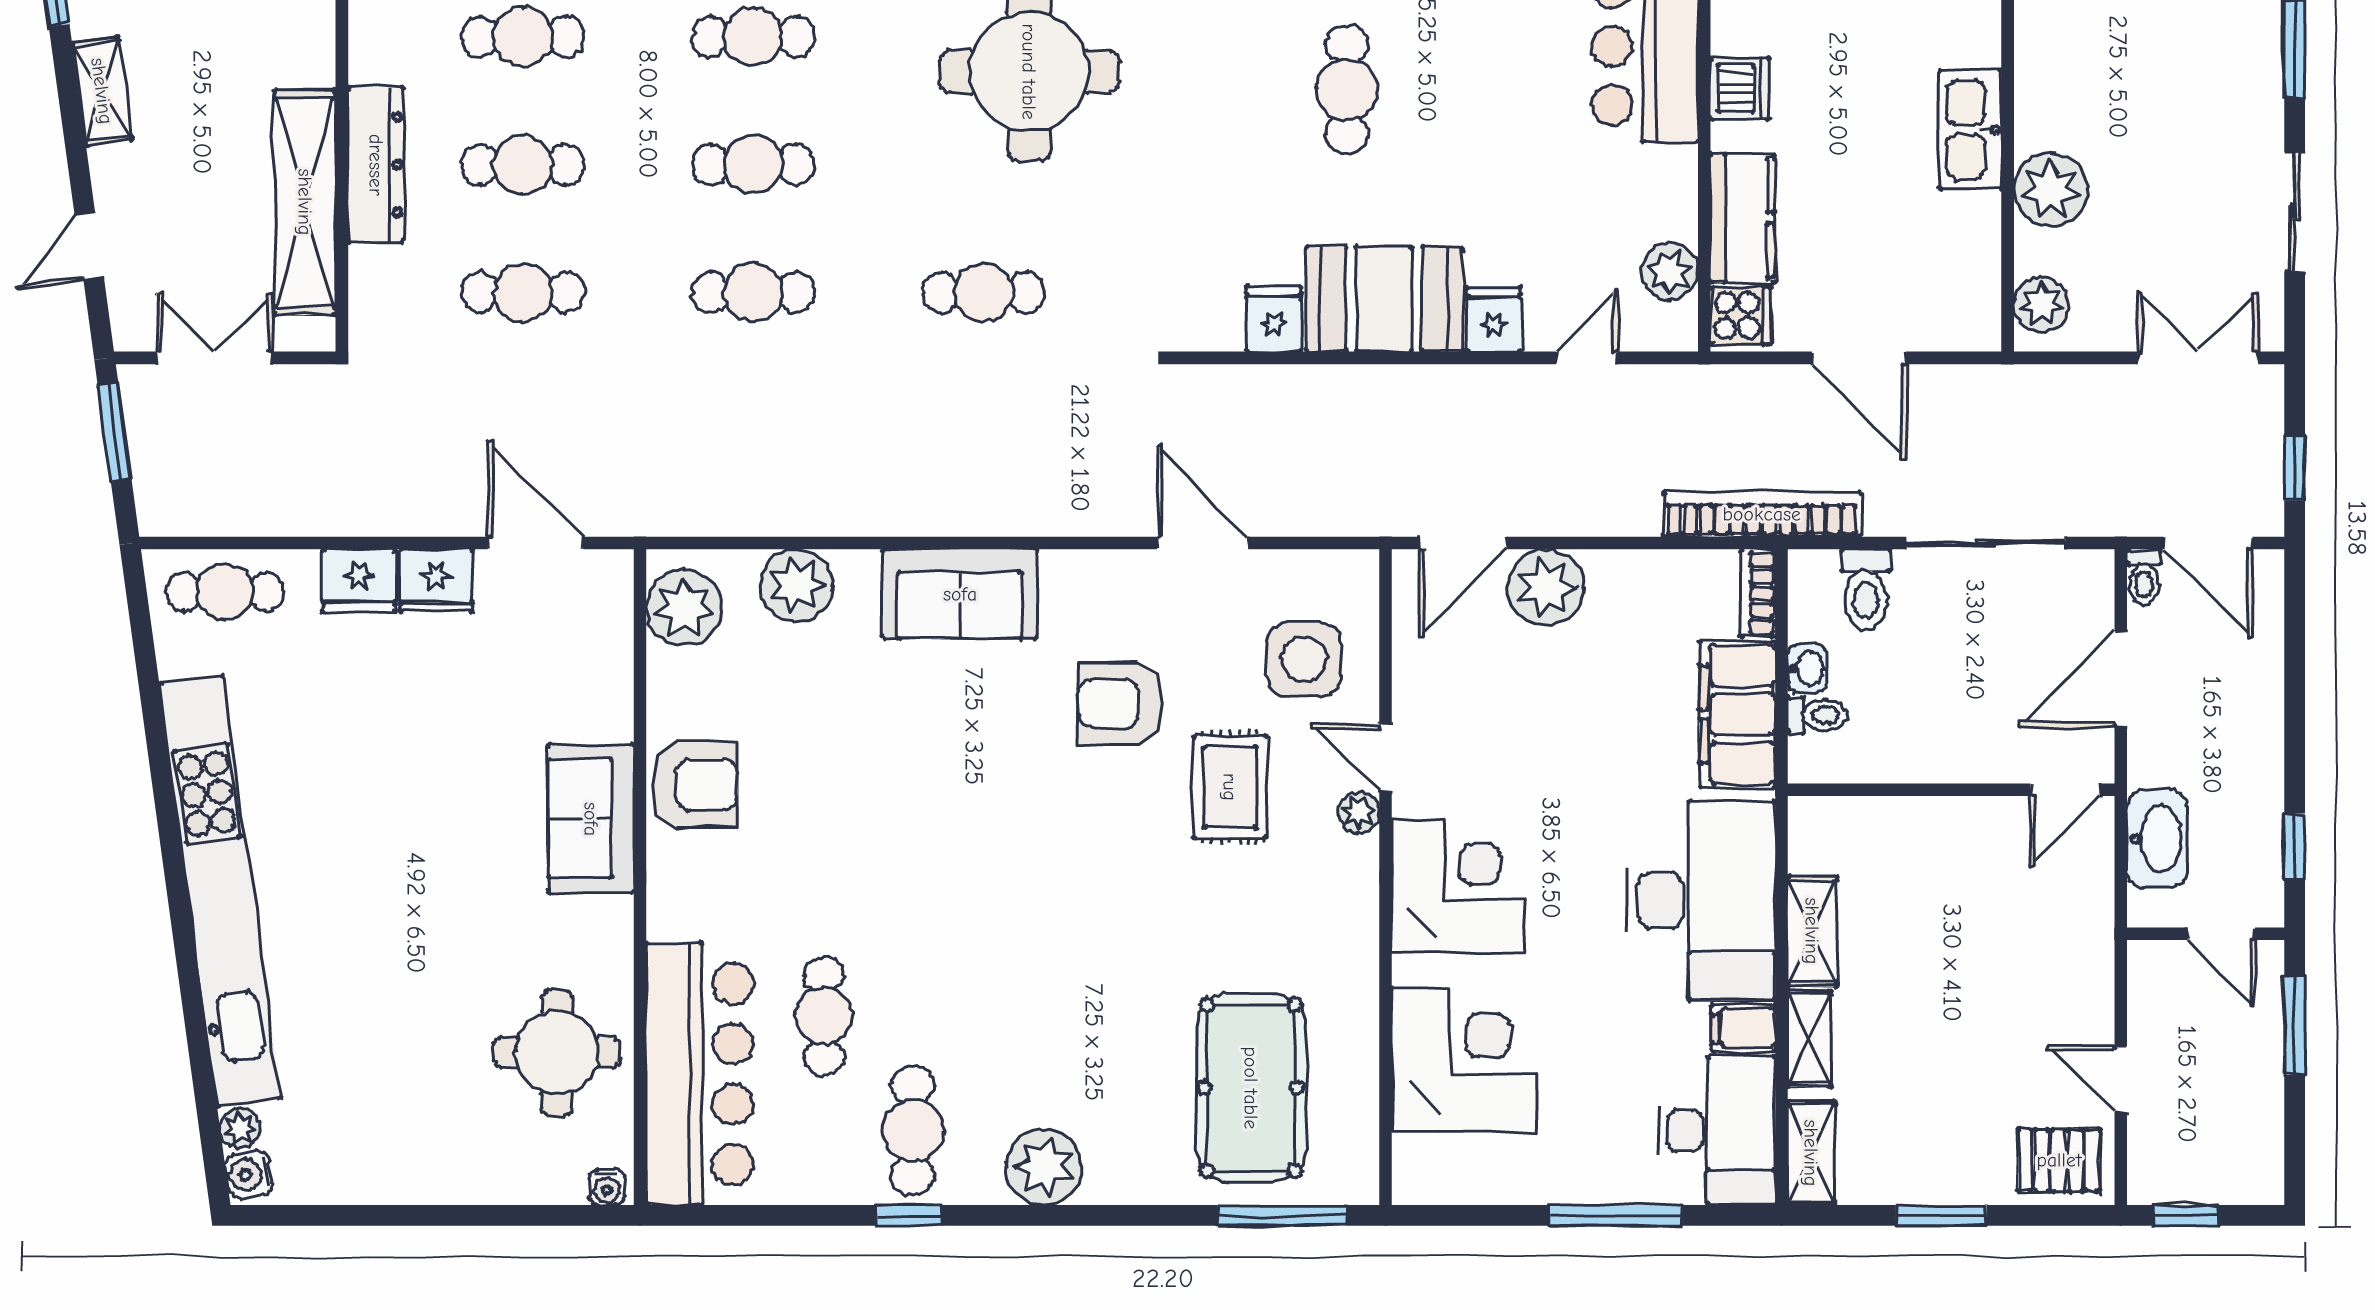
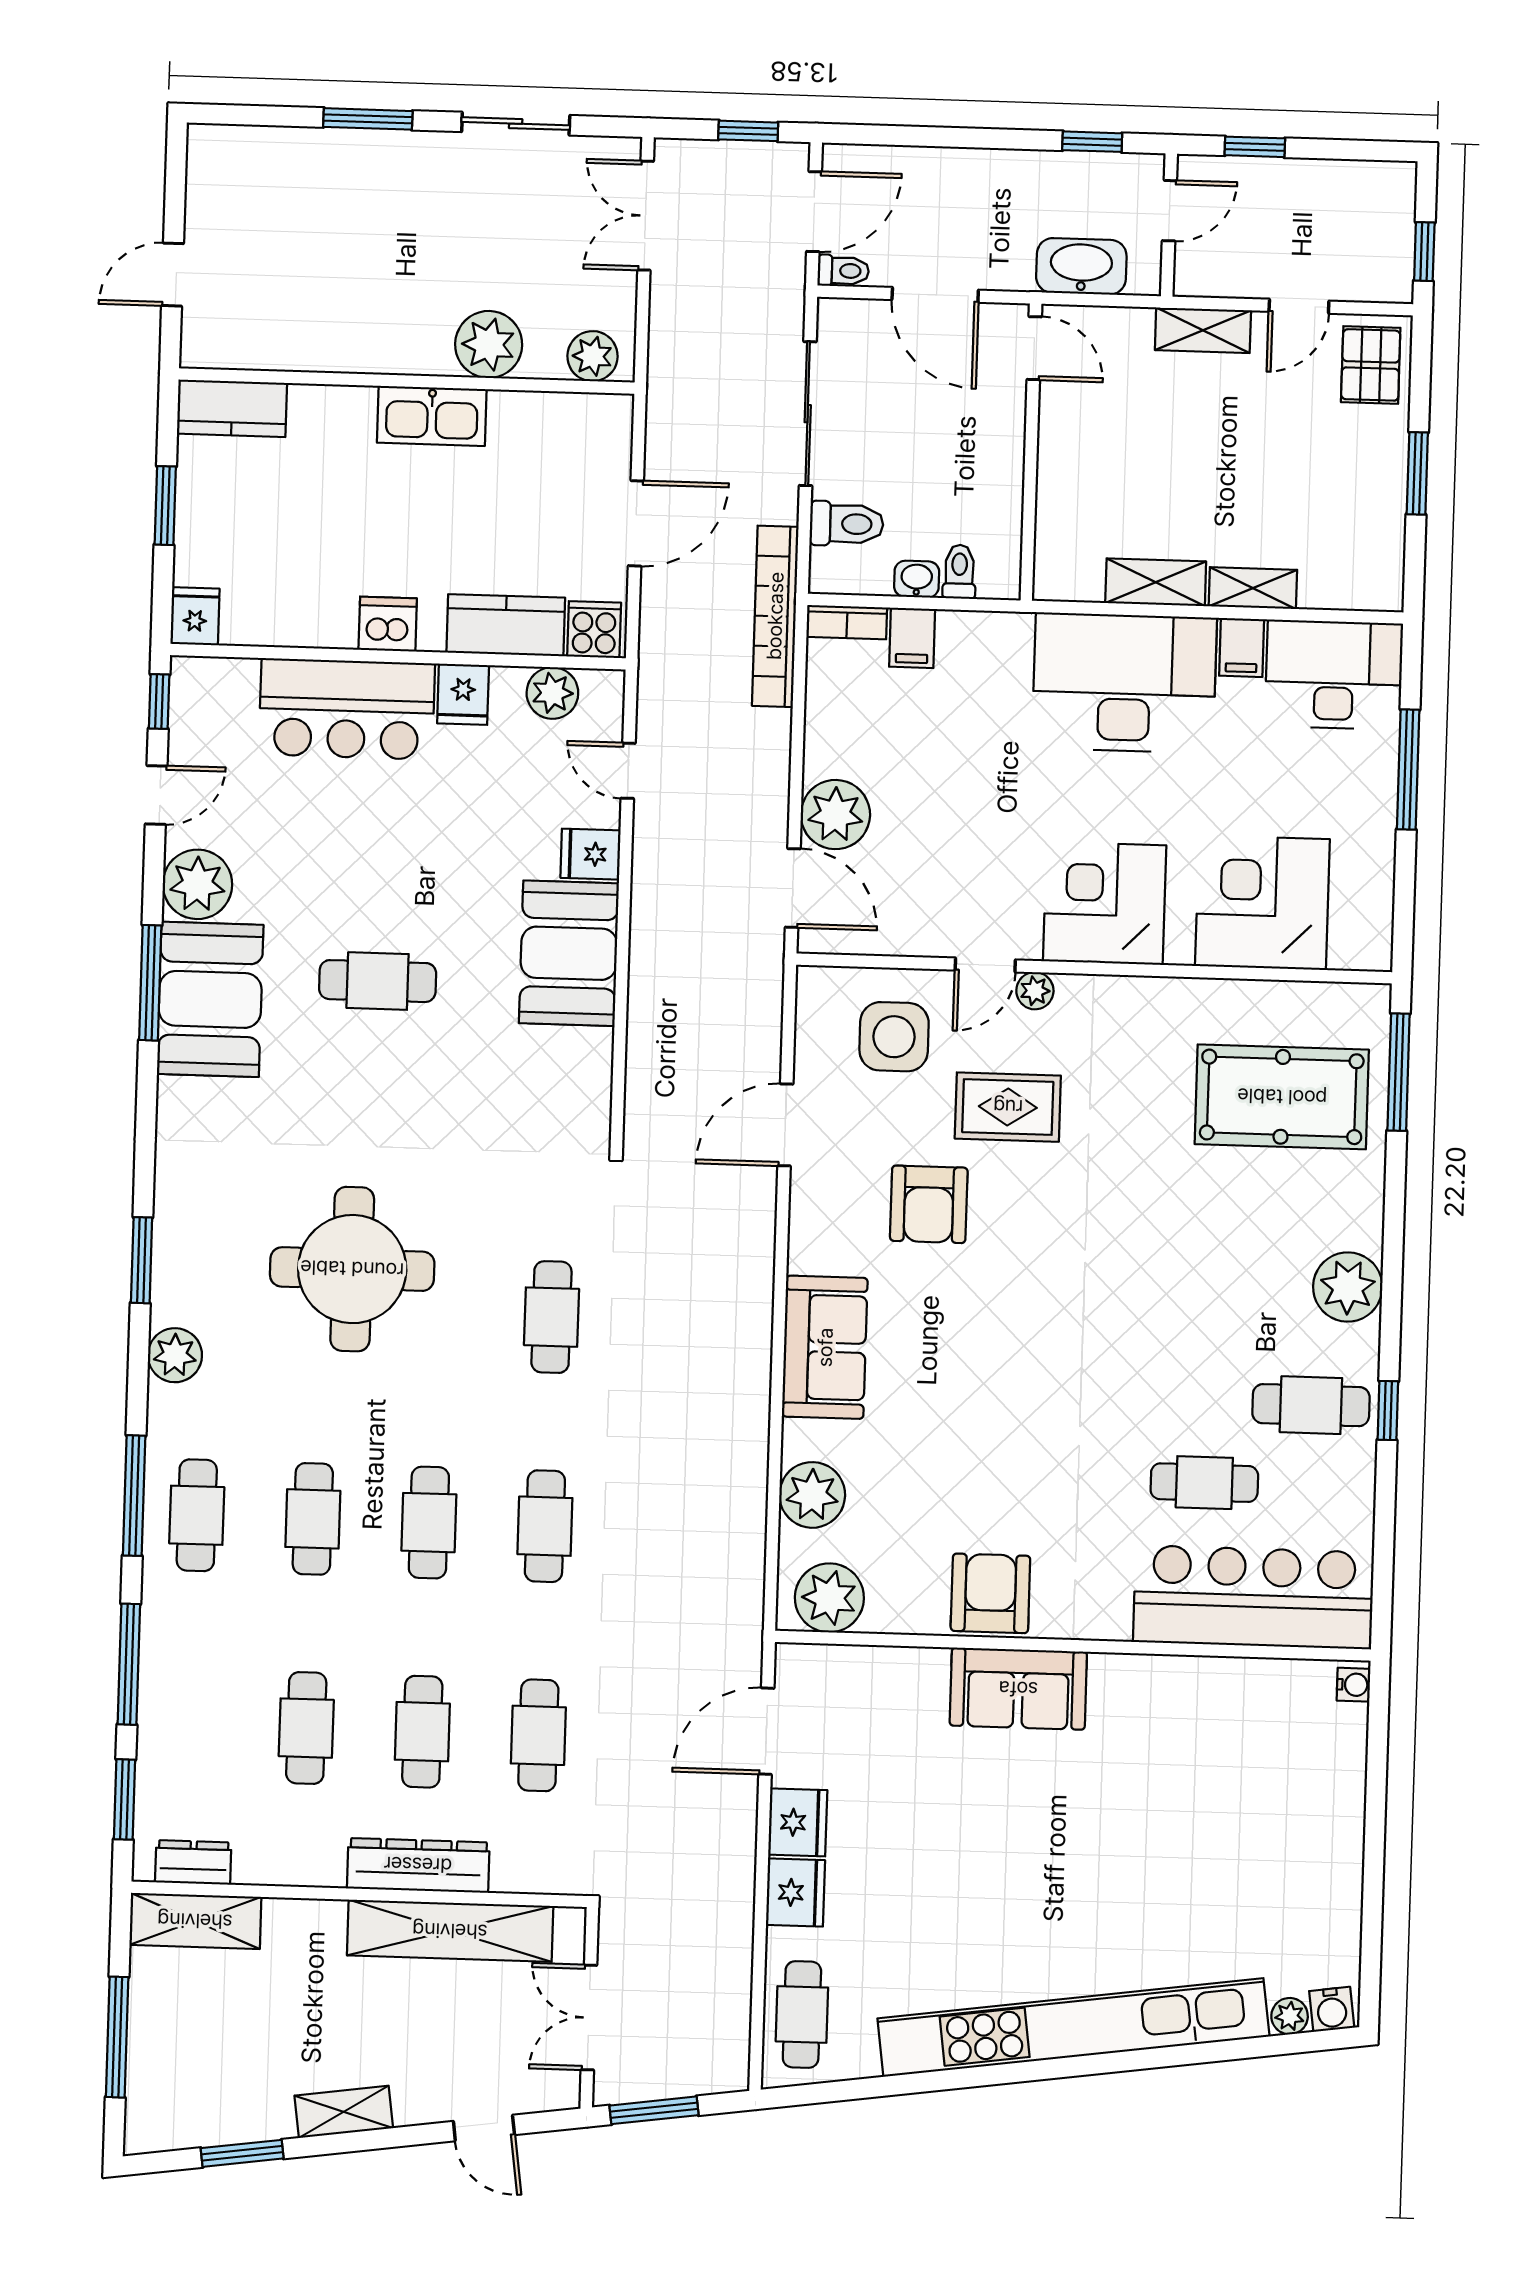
fridge: (1274, 319) -> (463, 694), moved, turned -90
filing cabinet: (1737, 714) -> (912, 638), width x0.33, depth x0.86
window: (2295, 1025) -> (1255, 147), width x0.67
round table: (557, 1053) -> (1230, 1726), removed
shelving: (1811, 1153) -> (1203, 330), moved

